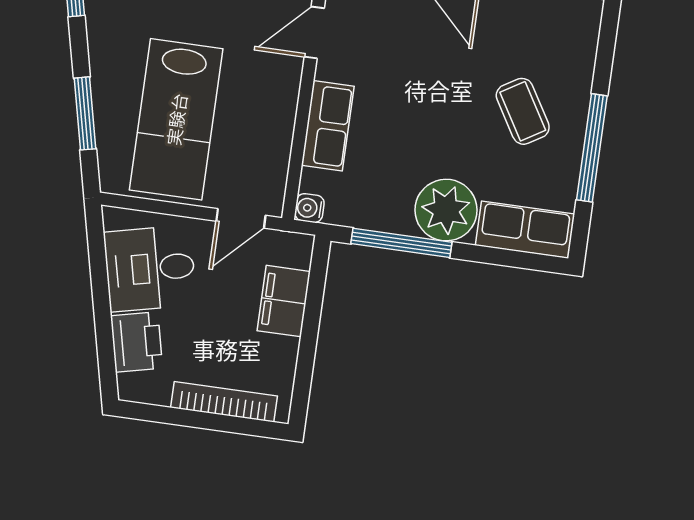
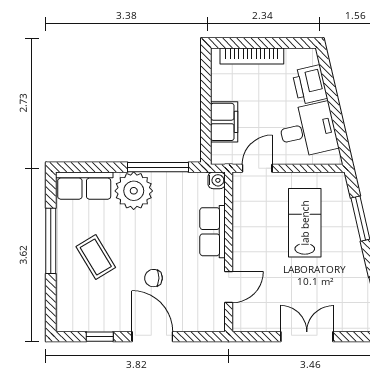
chair: (434, 64) -> (154, 278), added
lab bench: (176, 119) -> (305, 223), width x0.73, depth x0.72

